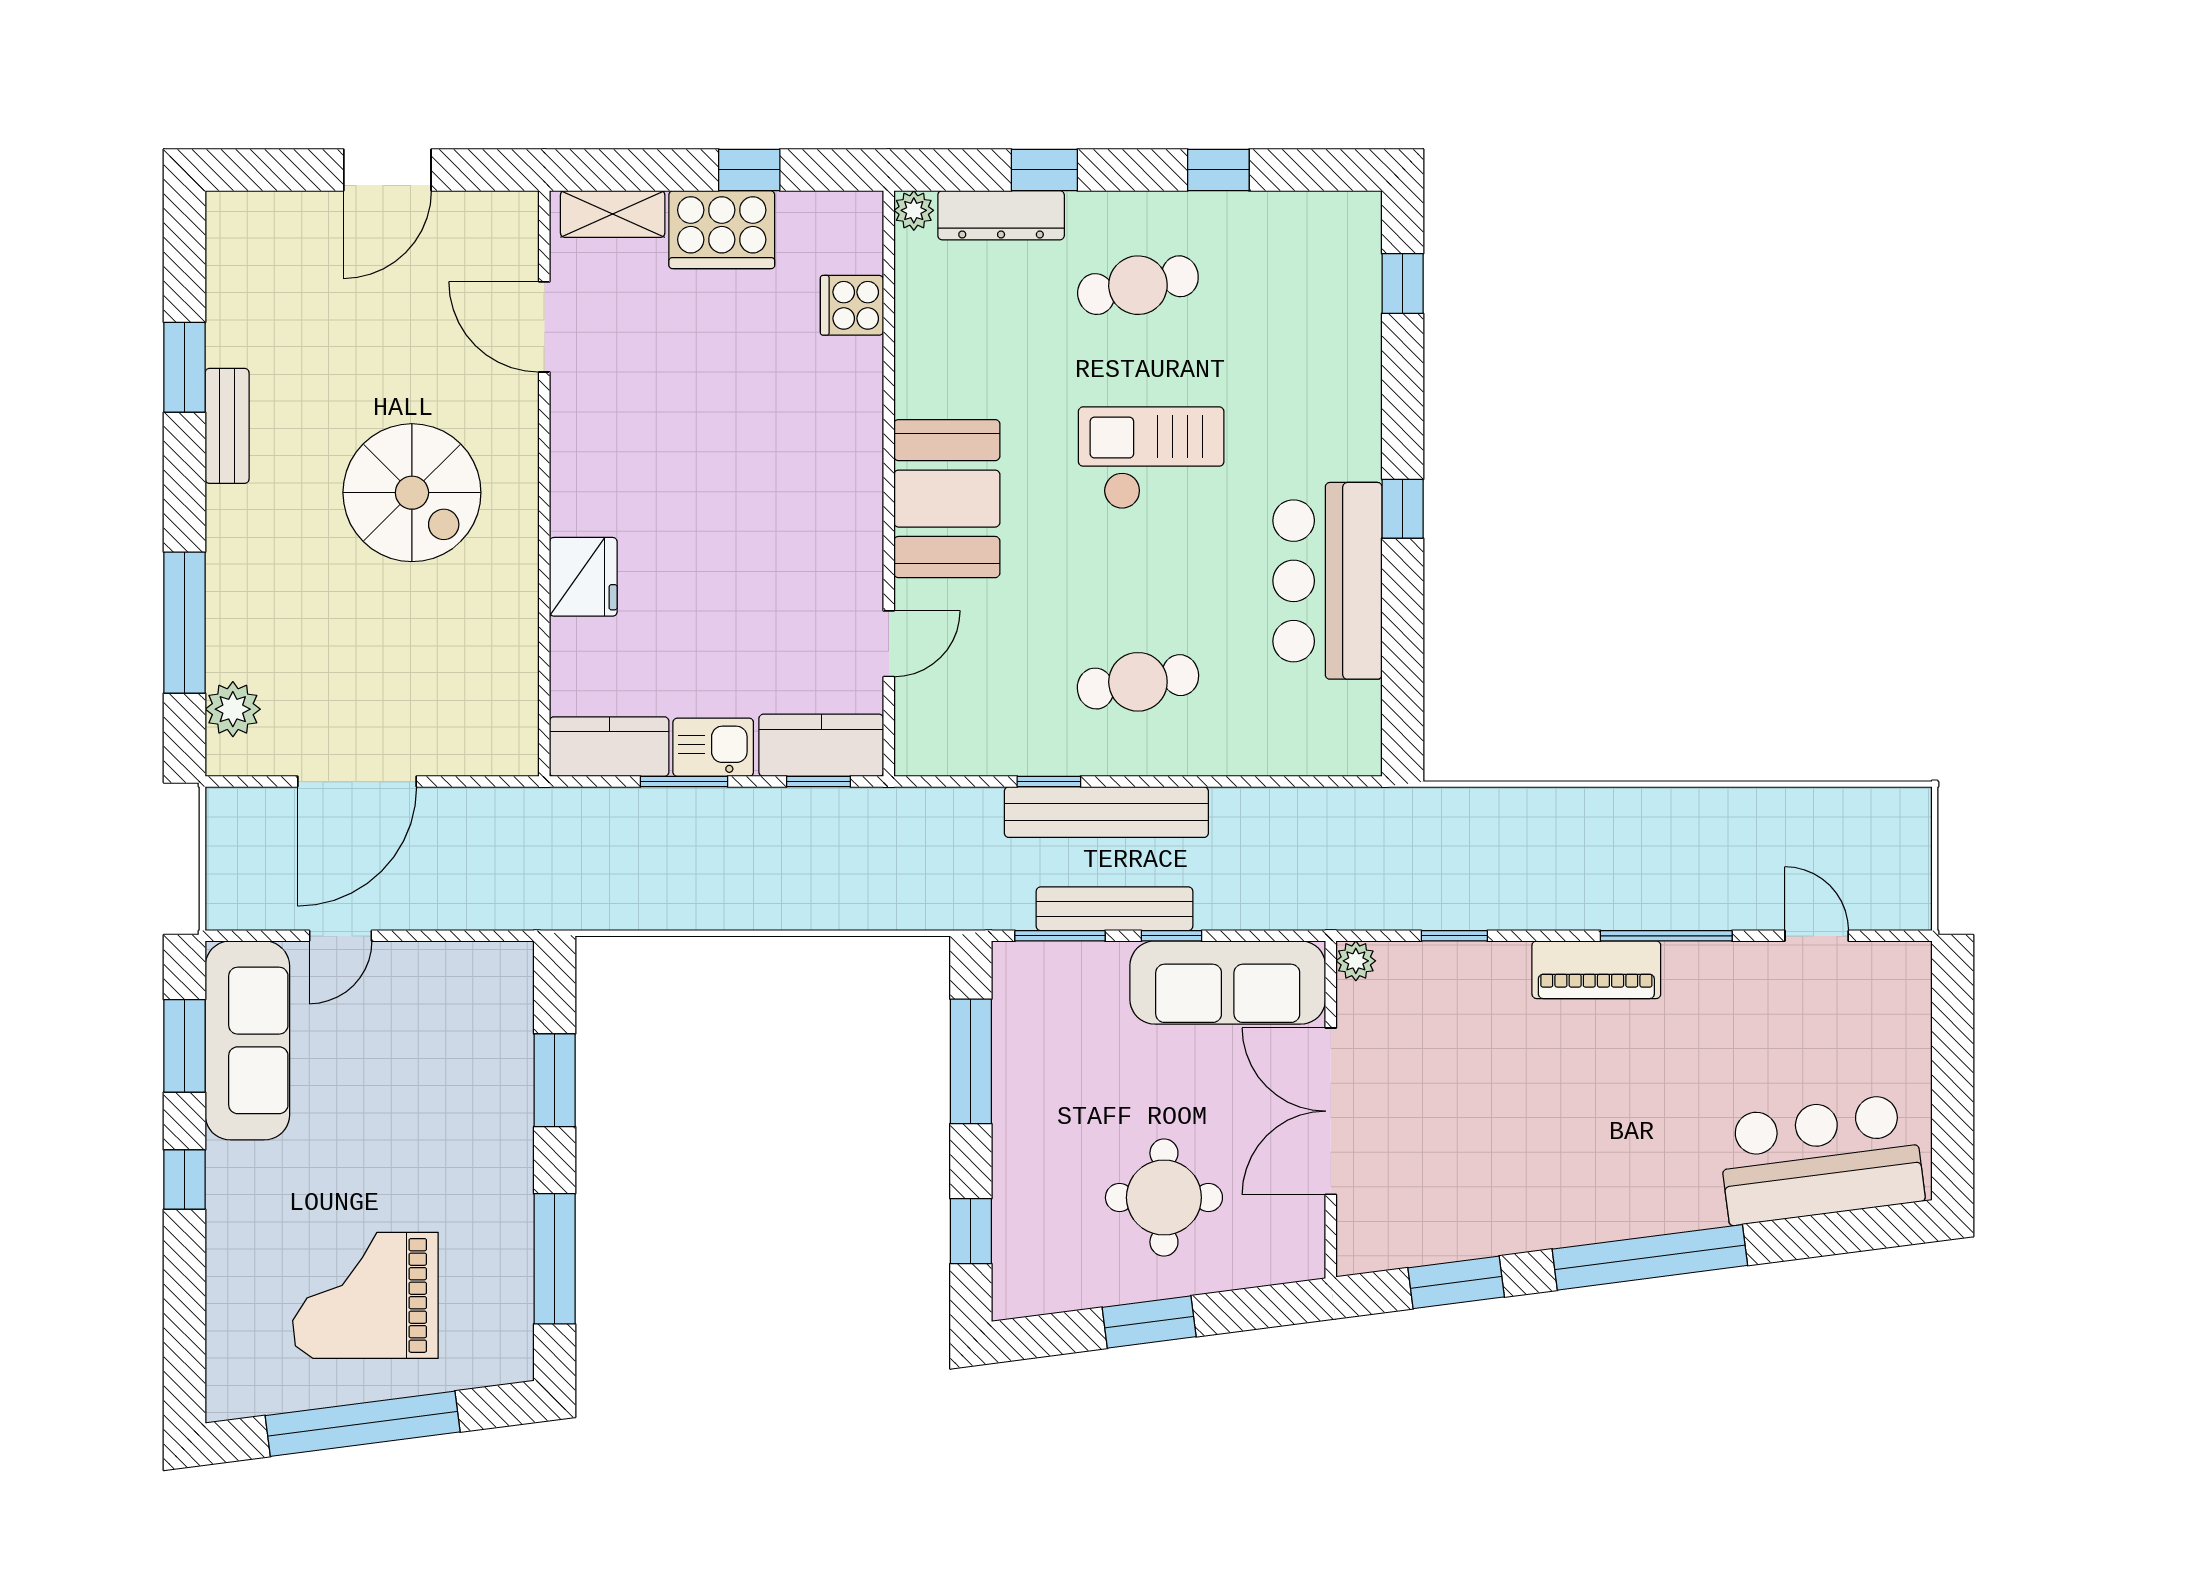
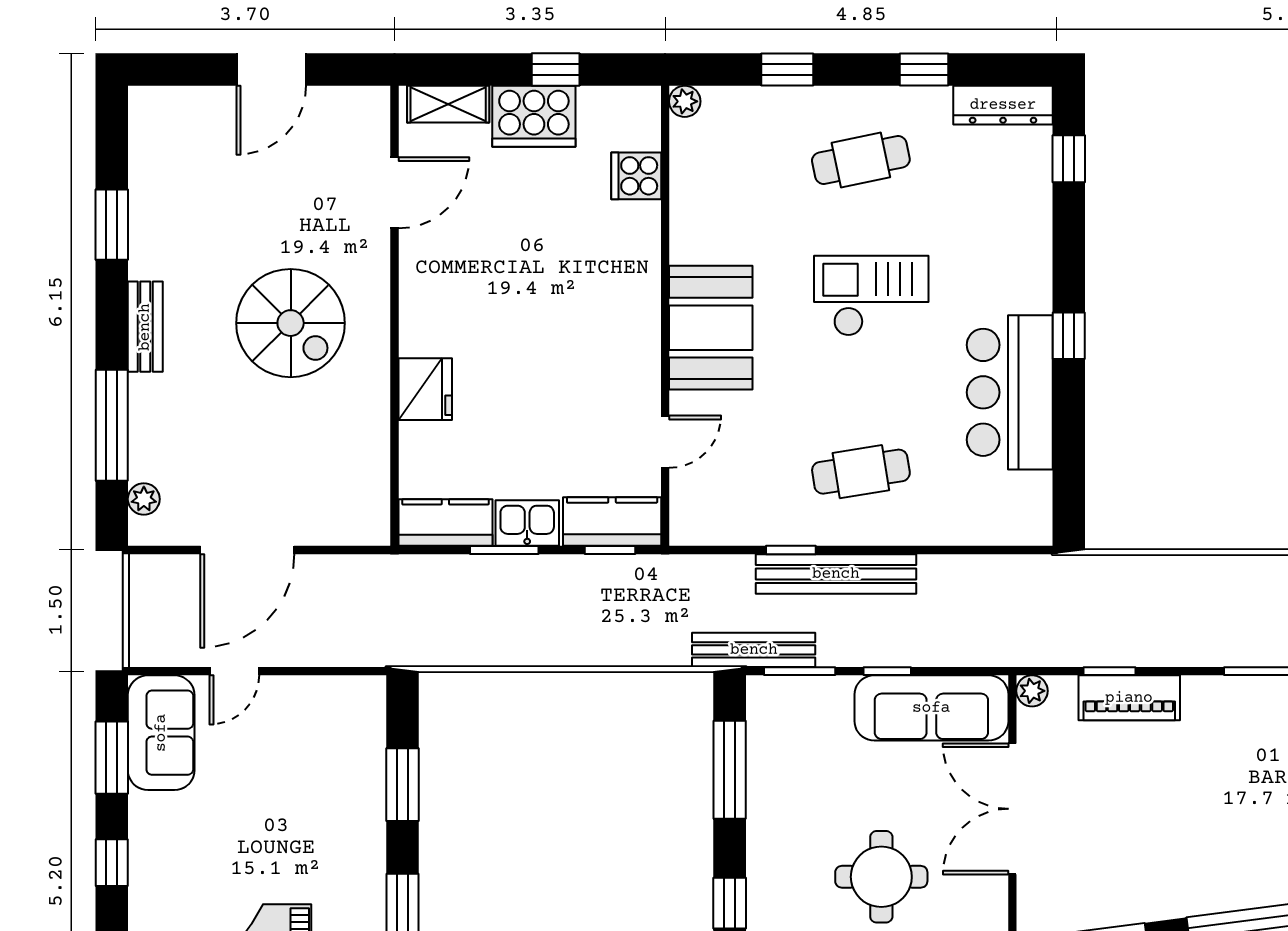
dresser: (1001, 215) -> (1003, 105), moved
door: (544, 327) -> (394, 193), swing flipped
bench: (227, 426) -> (145, 327), moved
plant: (233, 709) -> (144, 499), width x0.73, depth x0.73
bench: (1115, 909) -> (754, 650), moved
piano: (1596, 970) -> (1129, 698), moved
sofa: (247, 1040) -> (161, 733), width x0.73

